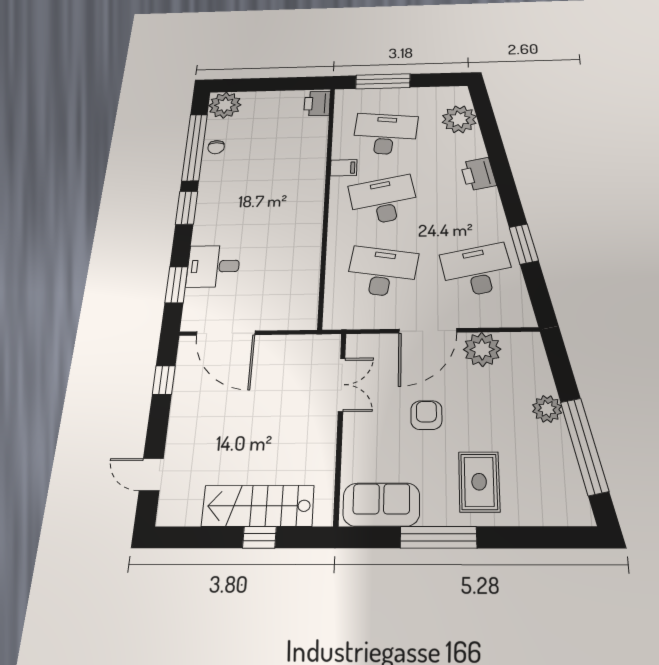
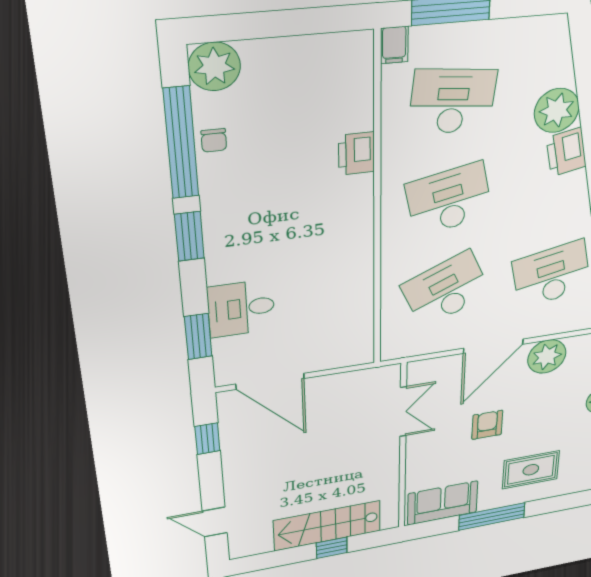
printer: (317, 103) -> (357, 154), moved
plant: (459, 119) -> (557, 110), moved
filing cabinet: (344, 168) -> (394, 45), moved, turned 90
desk: (382, 272) -> (446, 290), turned -33
rug: (479, 482) -> (531, 470), turned 90

